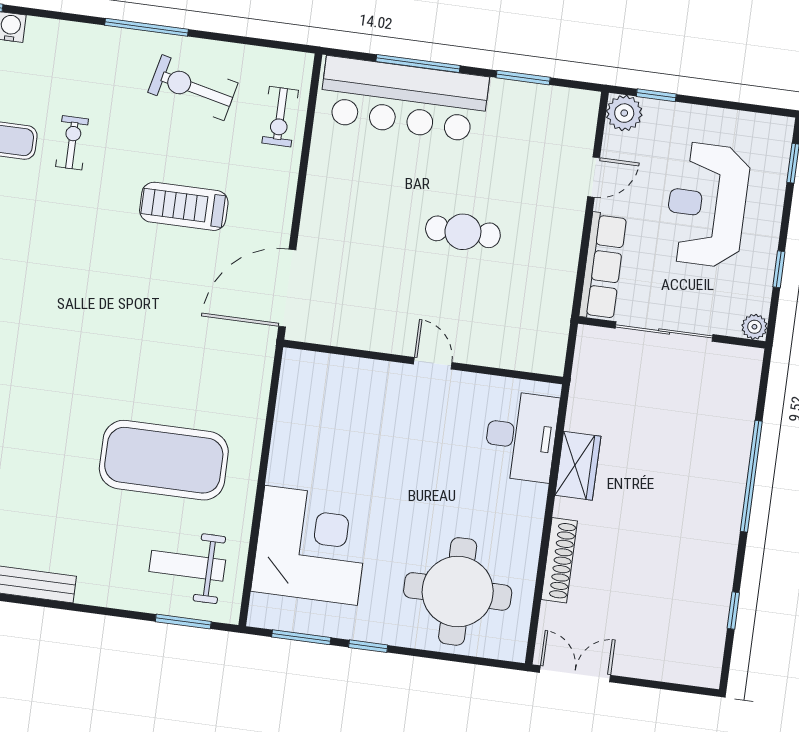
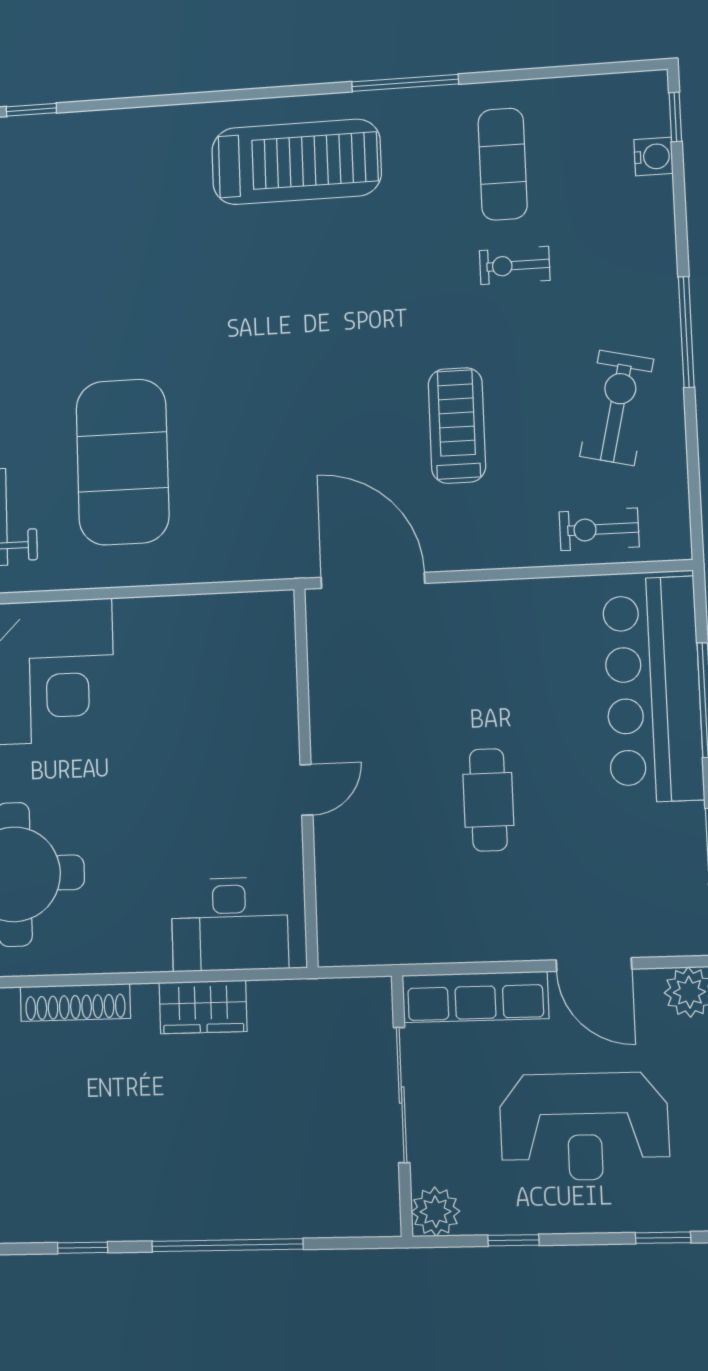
exercise bike: (72, 143) -> (515, 265), turned 180
door: (594, 177) -> (594, 964), width x1.38
reception desk: (707, 205) -> (584, 1126), turned 180
plant: (754, 327) -> (436, 1212), width x1.38, depth x1.38
window: (733, 610) -> (83, 1248), moved

